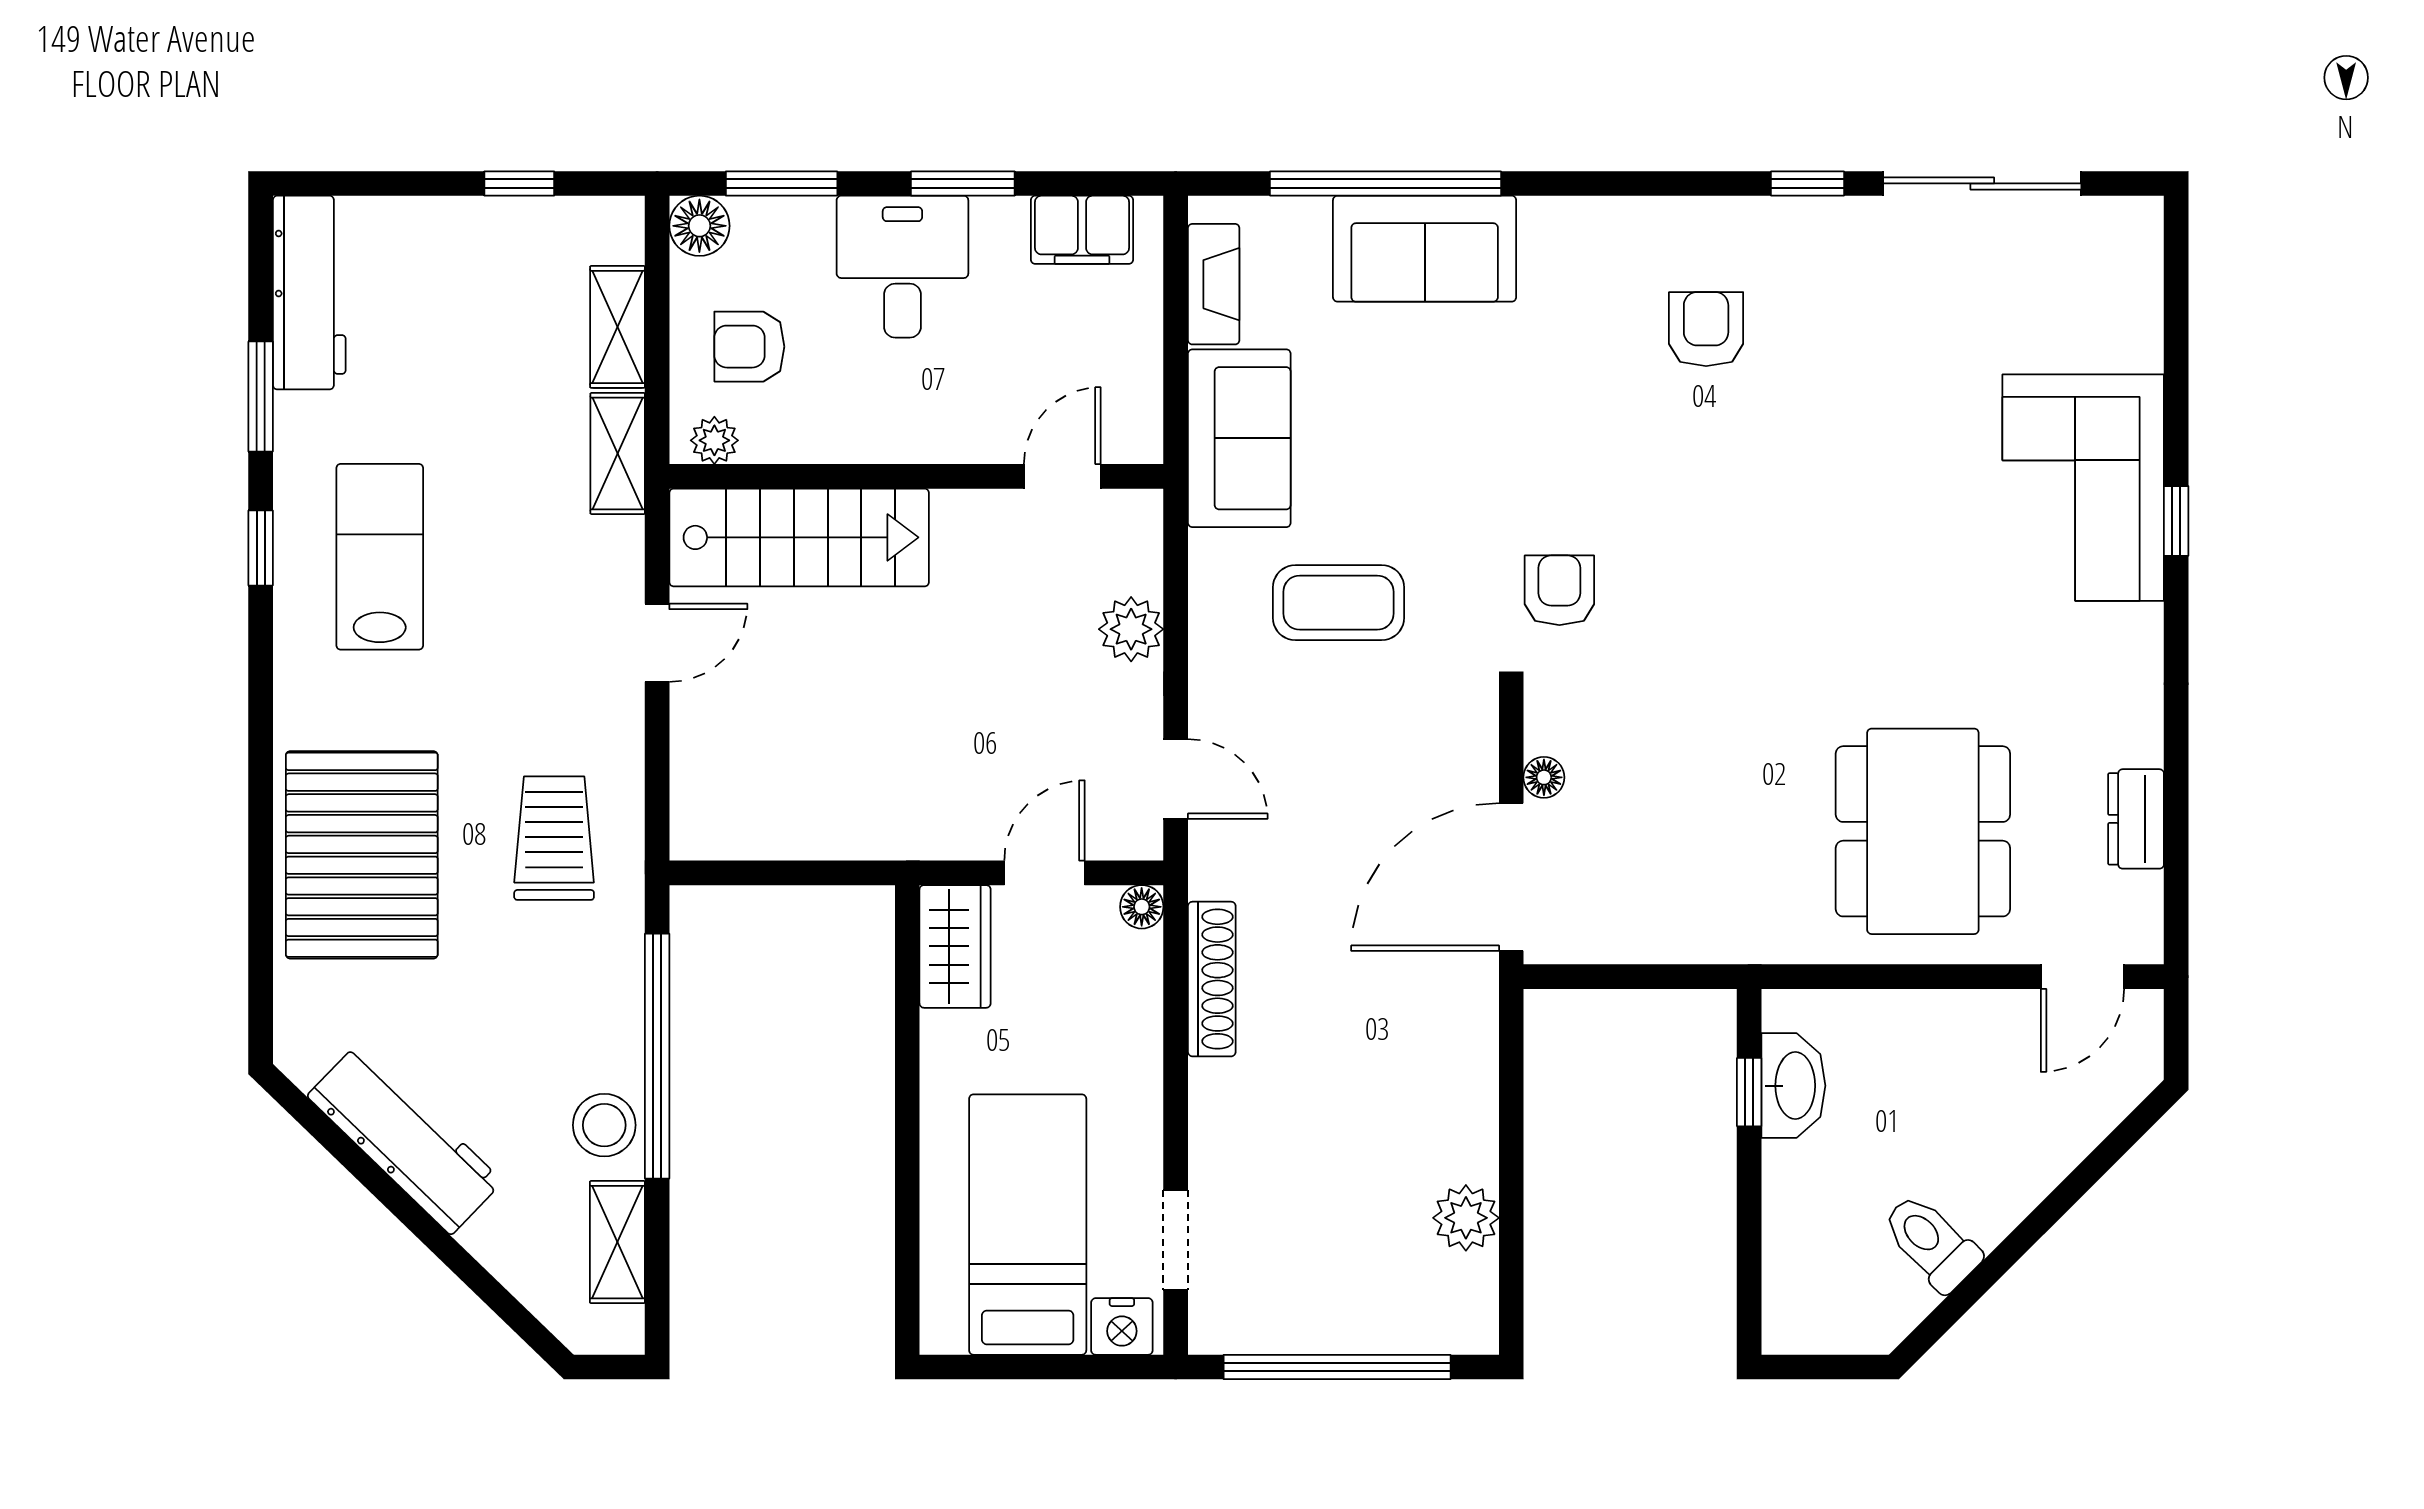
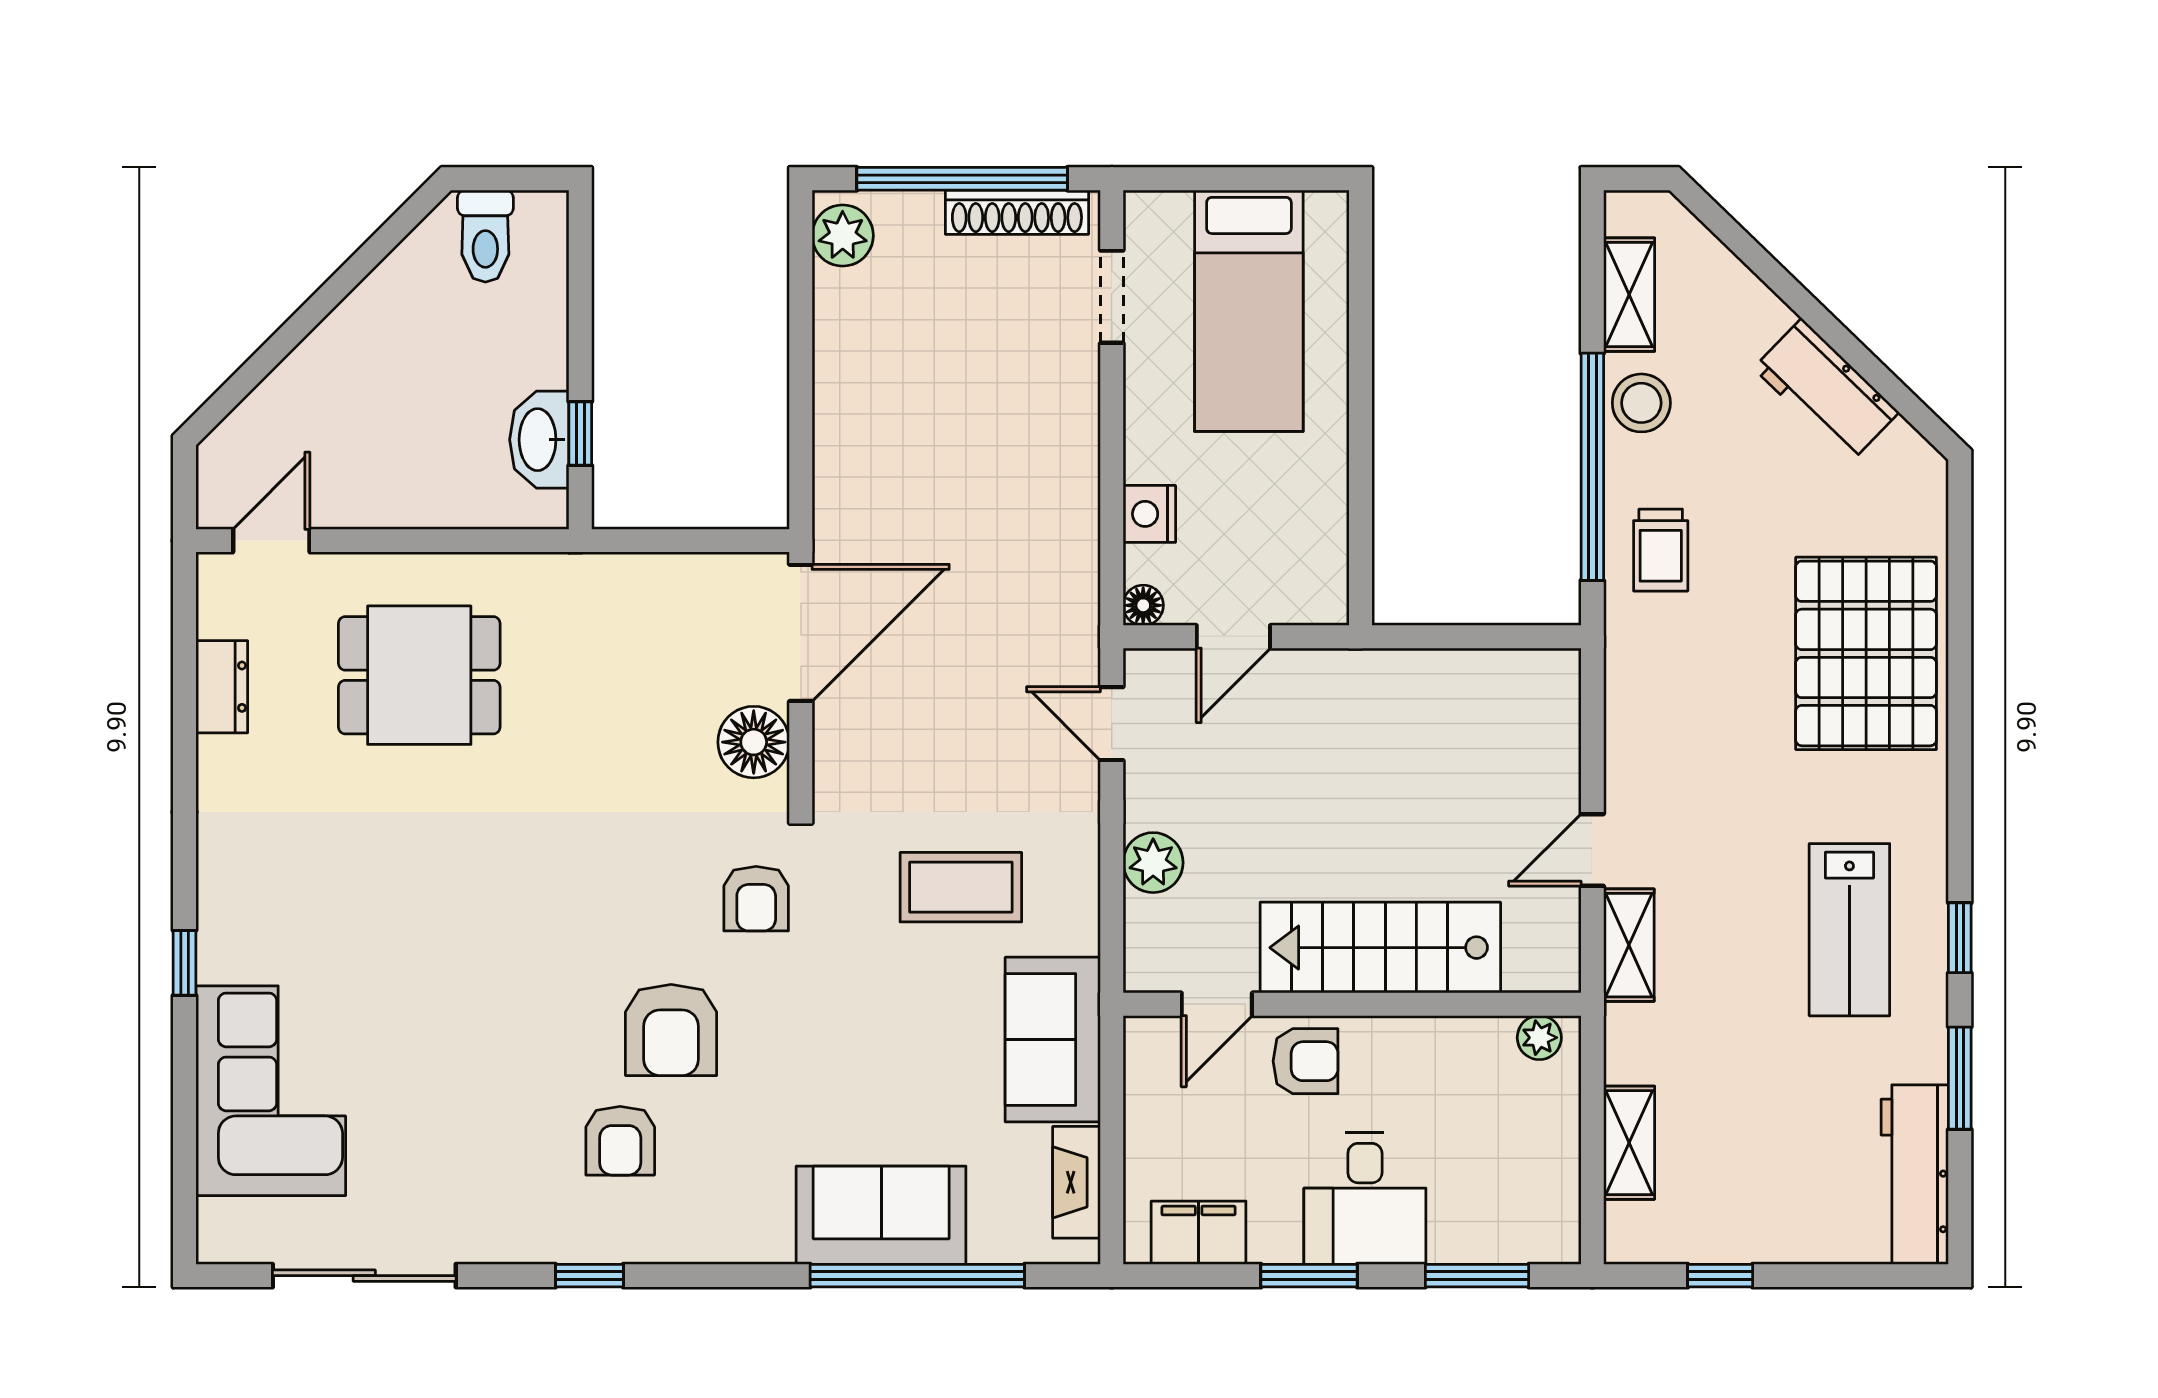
window: (1808, 183) -> (589, 1276), moved
floor lamp: (699, 226) -> (1553, 1236), removed
armchair: (749, 347) -> (1305, 1061), moved
armchair: (1651, 449) -> (671, 1030), added
shelving: (618, 453) -> (1629, 945), moved
corner sofa: (2083, 488) -> (271, 1091), moved
stairs: (799, 537) -> (1380, 948), moved
floor lamp: (1544, 777) -> (754, 742), width x1.89, depth x1.89
dining table: (1923, 831) -> (419, 675), width x0.73
trolley: (554, 838) -> (1661, 550), moved, width x0.73, depth x0.72
wardrobe: (955, 946) -> (1316, 569), removed
shoe rack: (1212, 979) -> (1017, 212), moved, turned -90
workbench: (405, 1139) -> (1826, 390), width x0.73
plant: (1466, 1218) -> (843, 236), moved
toilet: (1931, 1242) -> (485, 236), moved, turned 45
nightstand: (1122, 1326) -> (1149, 514), moved, turned -90

